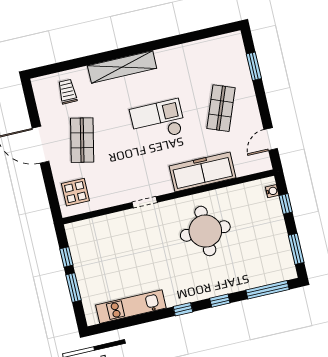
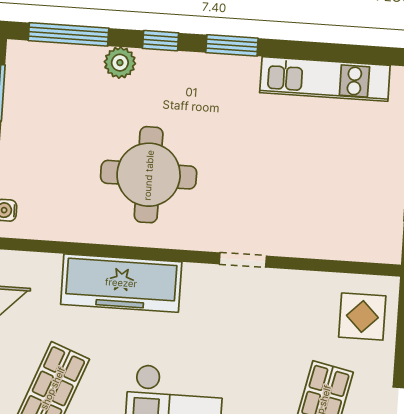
plant: (237, 283) -> (120, 63), added
window: (183, 309) -> (232, 45), width x1.50

